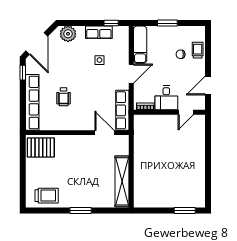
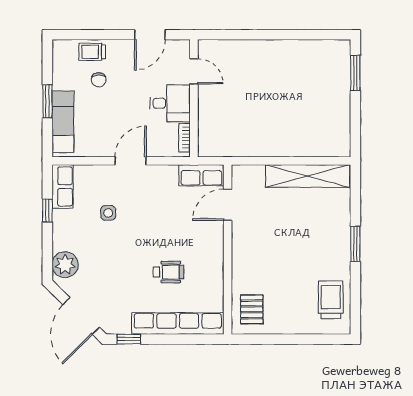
window: (111, 23) -> (47, 210), moved
row of seats: (99, 32) -> (63, 186), moved
door: (37, 44) -> (81, 316), swing flipped
exam couch: (140, 45) -> (63, 122), moved, turned 90
door: (131, 74) -> (131, 161), hinge flipped
door: (208, 85) -> (150, 35), hinge flipped
row of seats: (122, 110) -> (201, 175), width x0.68
pallet: (41, 147) -> (252, 309), width x0.67, depth x0.71

